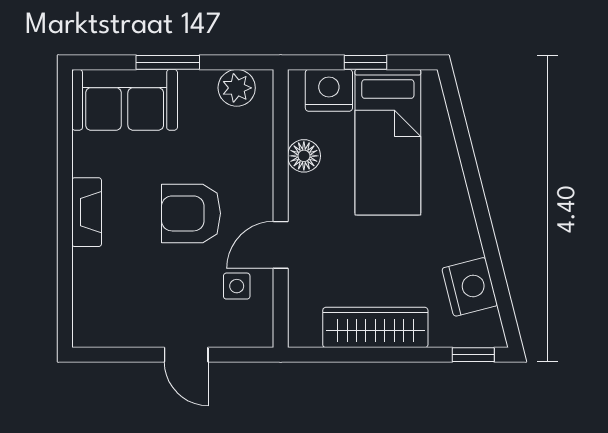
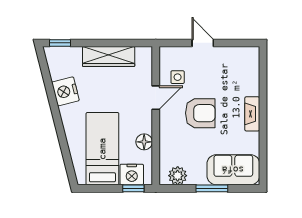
window: (366, 62) -> (133, 188), moved
nightstand: (470, 287) -> (65, 91), moved

